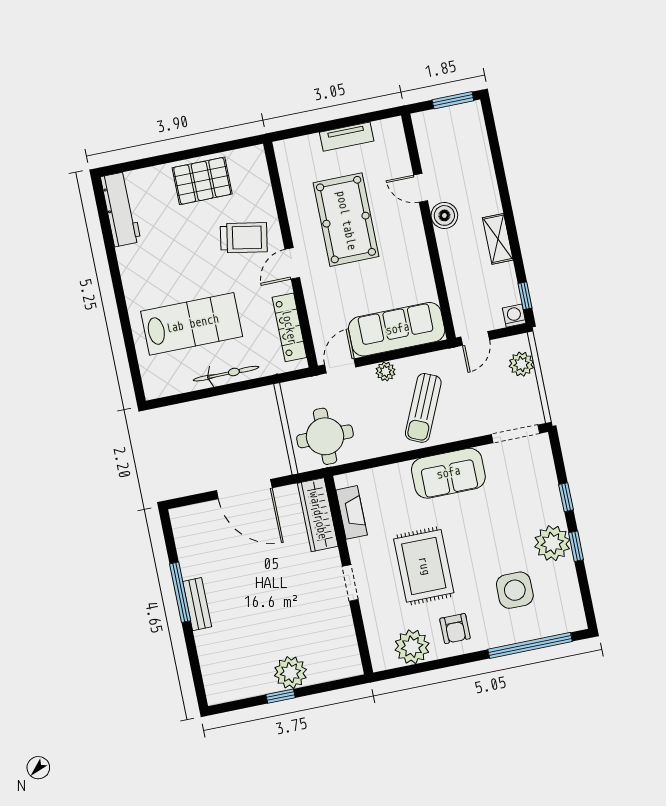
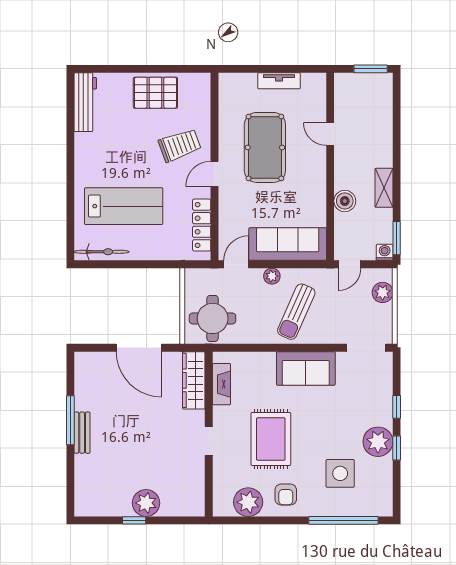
boiler: (444, 215) -> (345, 201), moved
trolley: (244, 238) -> (180, 145), turned -30
window: (525, 296) -> (397, 238), width x1.50
bicycle: (226, 374) -> (102, 252), moved

